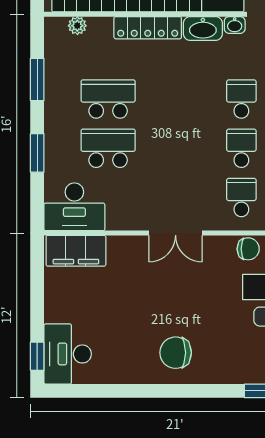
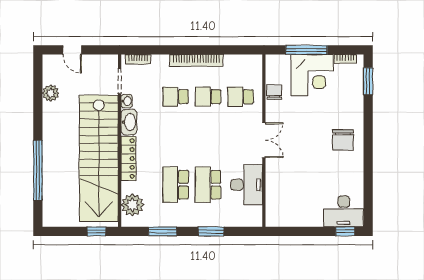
plant: (77, 26) -> (132, 205), width x1.88, depth x1.88
desk: (74, 207) -> (247, 185), moved
filing cabinet: (76, 251) -> (276, 206), removed

